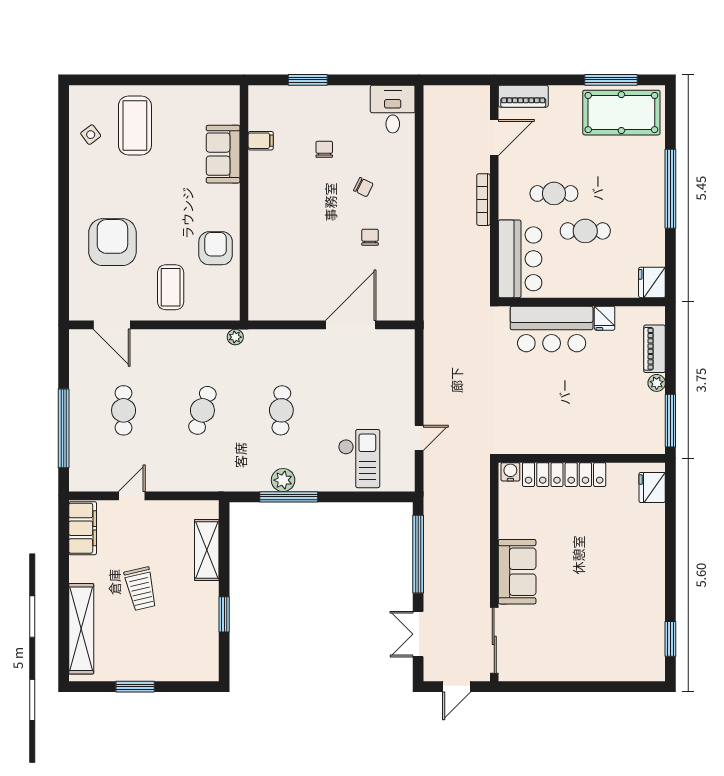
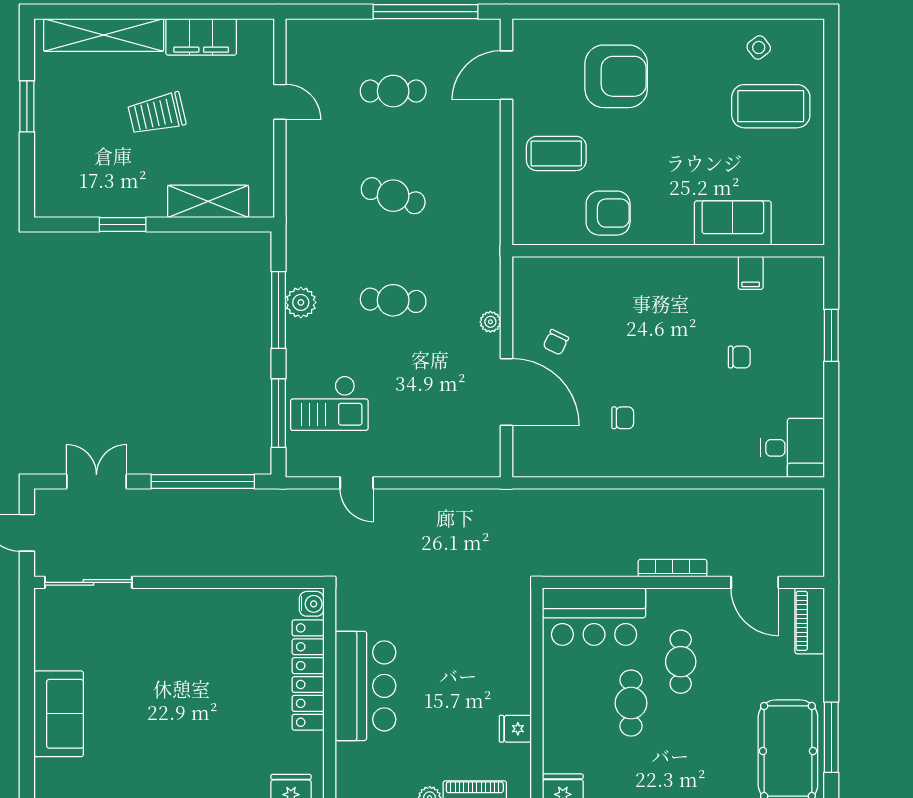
chair: (363, 187) -> (556, 342), moved
bar counter: (552, 329) -> (365, 686), moved, turned 180
plant: (235, 337) -> (490, 322), moved
window: (64, 428) -> (425, 12), moved
window: (367, 497) -> (278, 413), added
filing cabinet: (83, 528) -> (201, 37), moved
sofa: (517, 572) -> (59, 714), moved, turned -90

